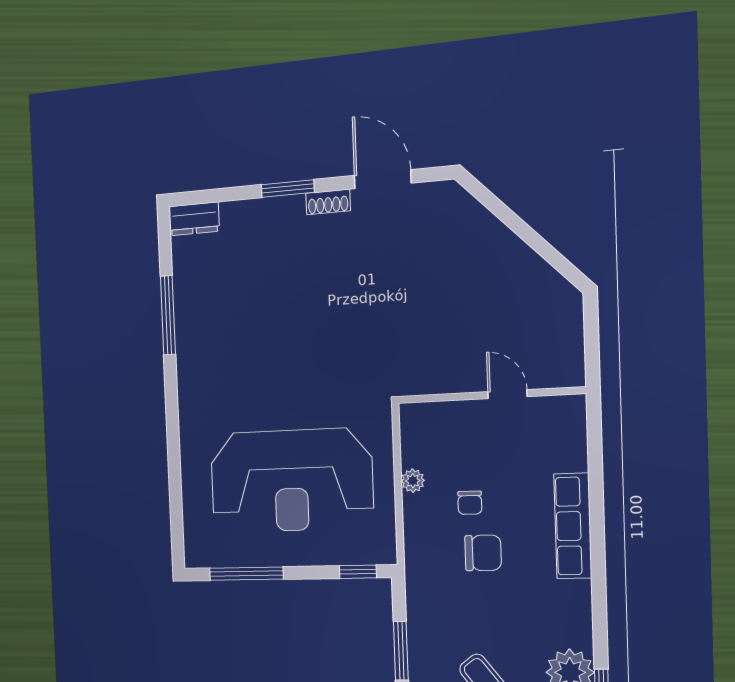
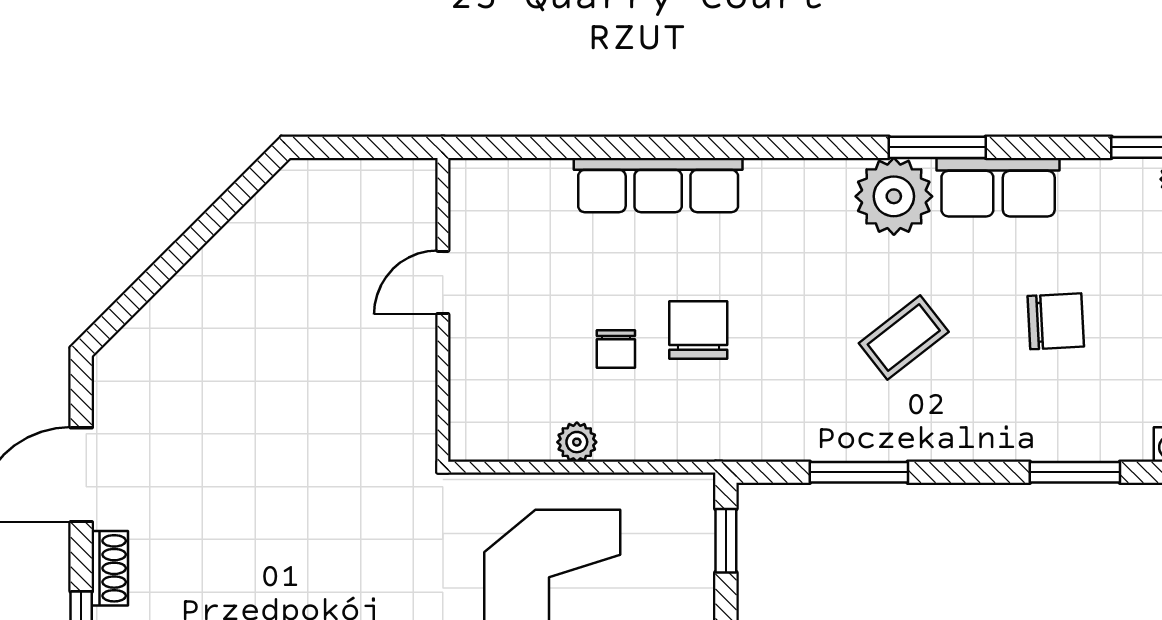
chair: (470, 503) -> (616, 349), turned 90

